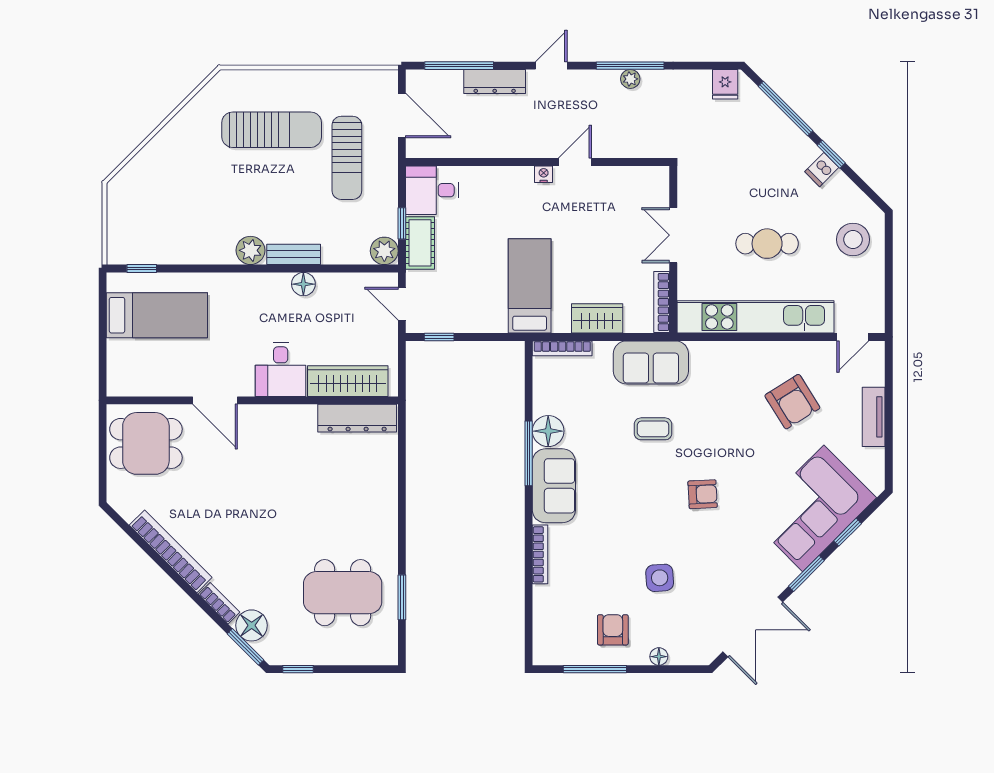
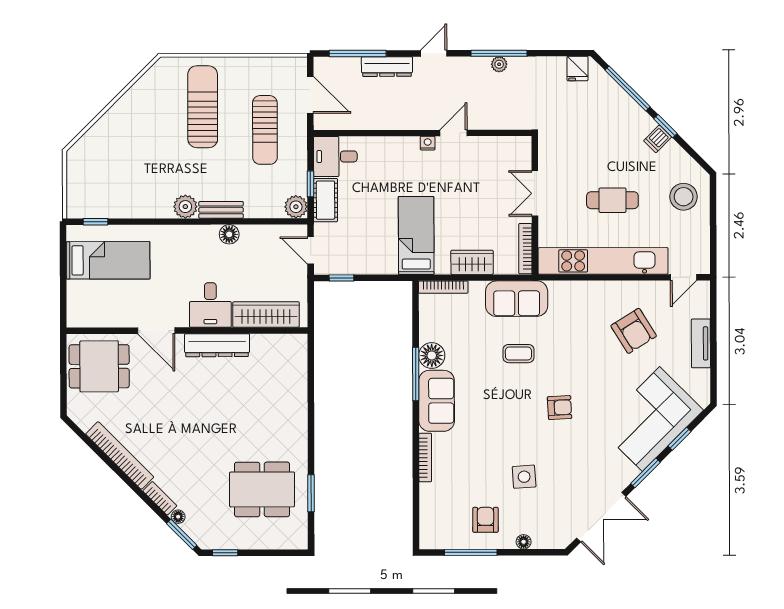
sun lounger: (272, 130) -> (203, 107), turned -90
dresser: (357, 418) -> (217, 345), moved
floor lamp: (252, 625) -> (178, 517), width x0.53, depth x0.53

